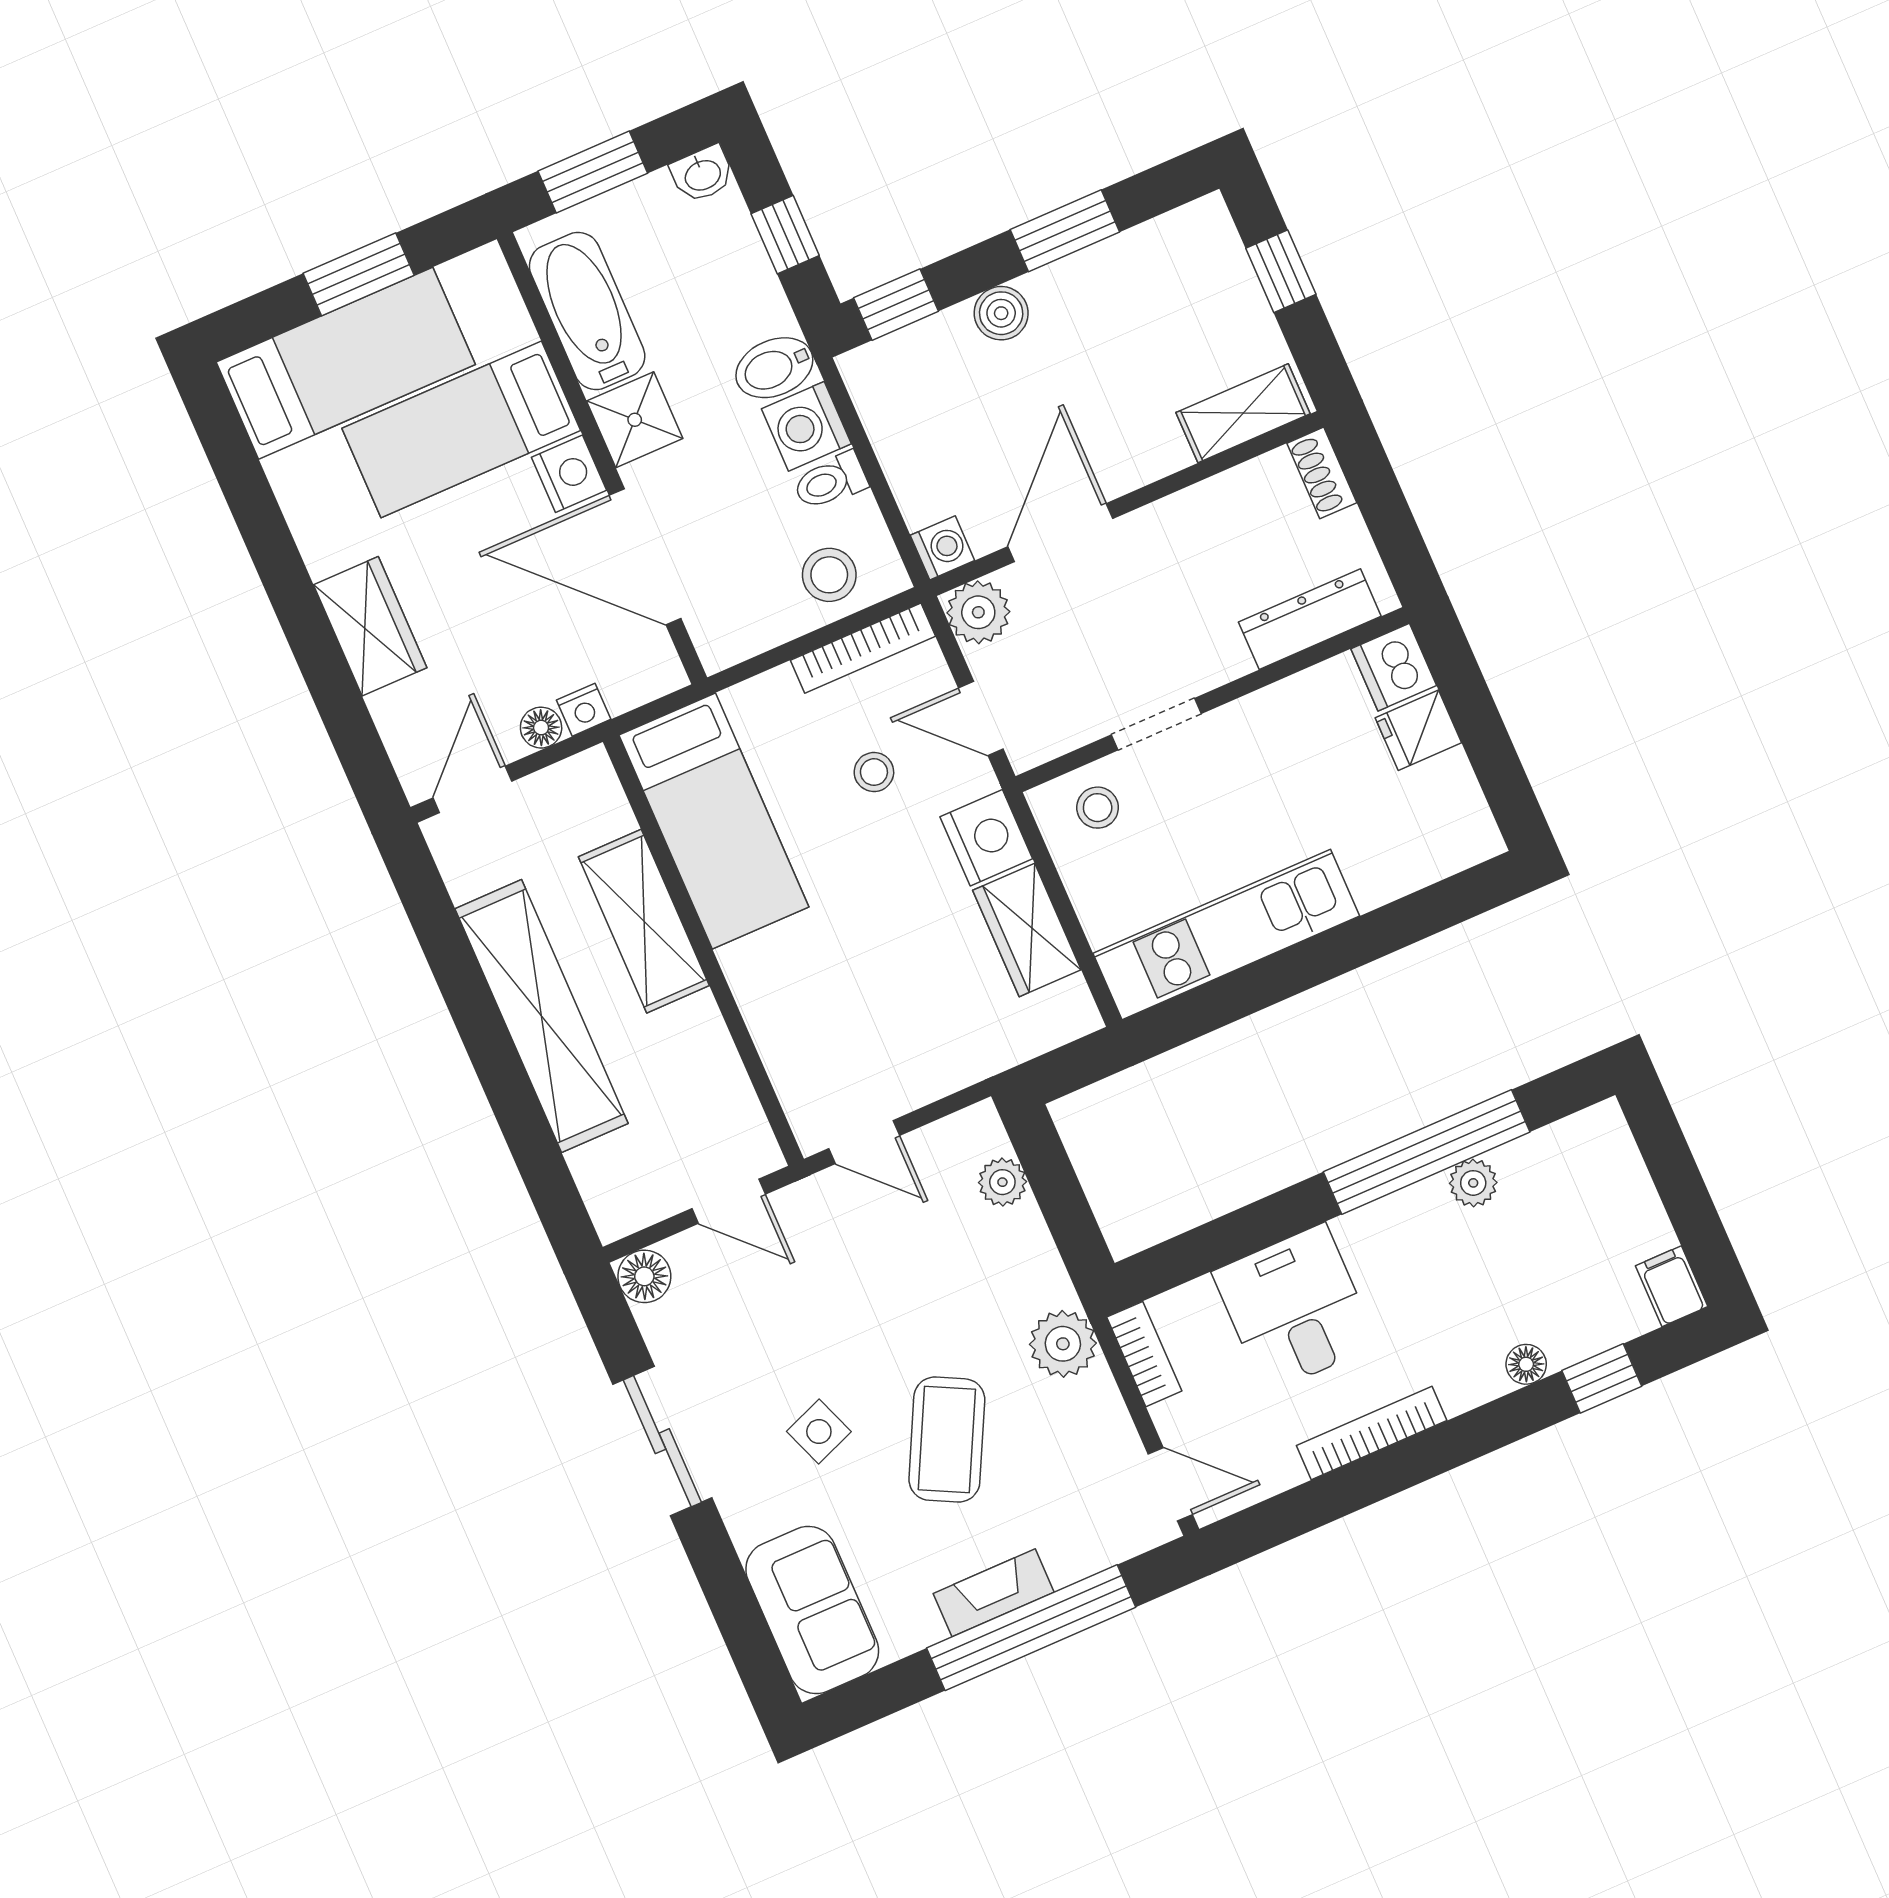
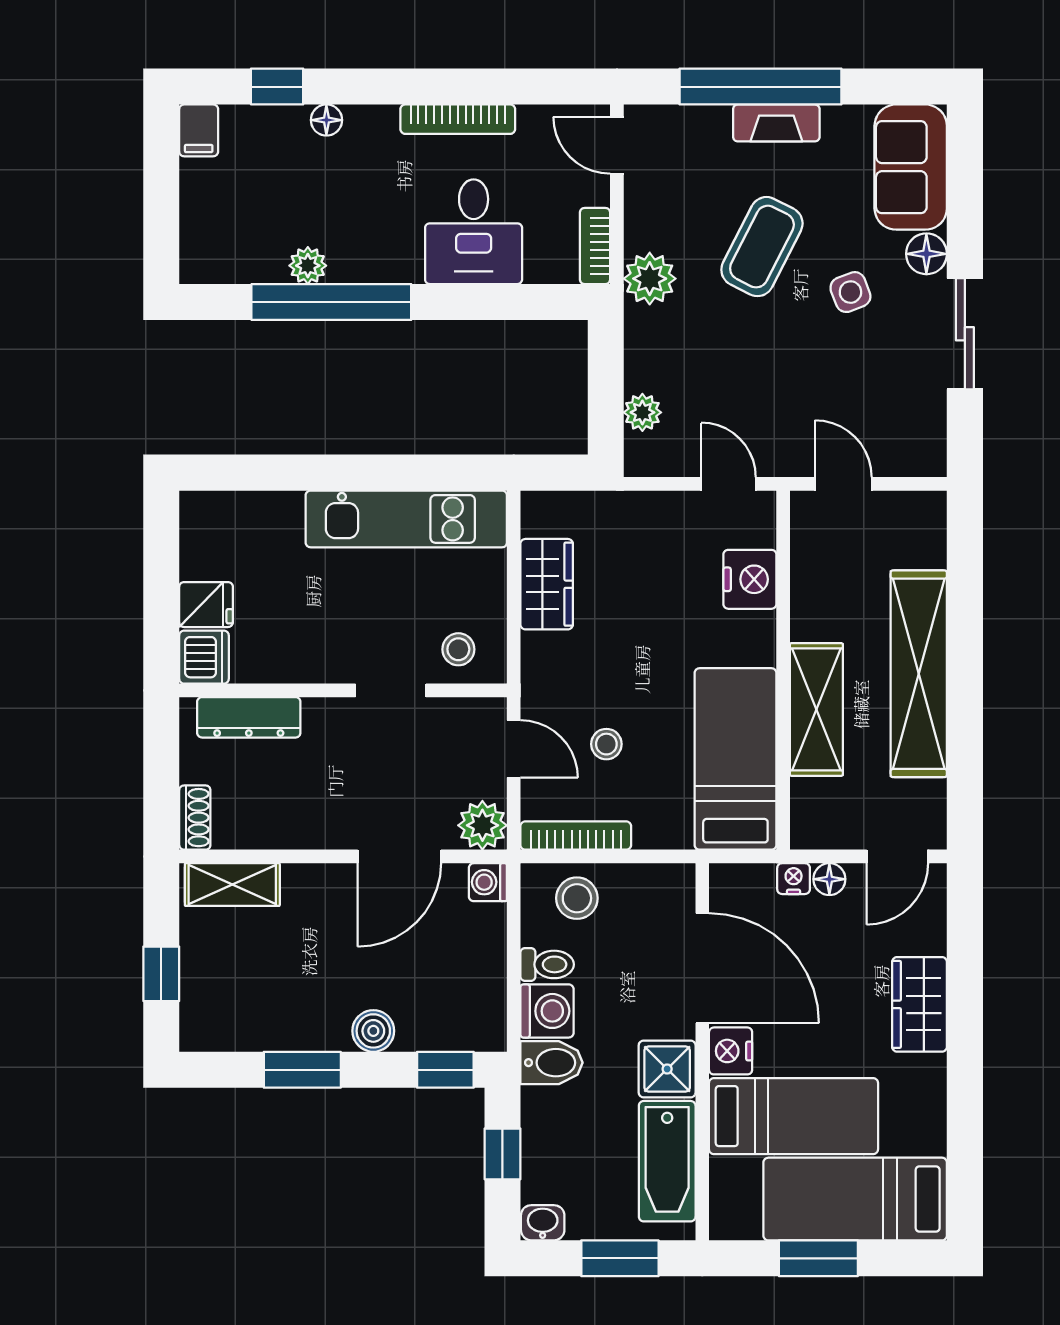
nightstand: (986, 838) -> (750, 579), moved, turned 180
floor lamp: (644, 1276) -> (926, 254), moved

